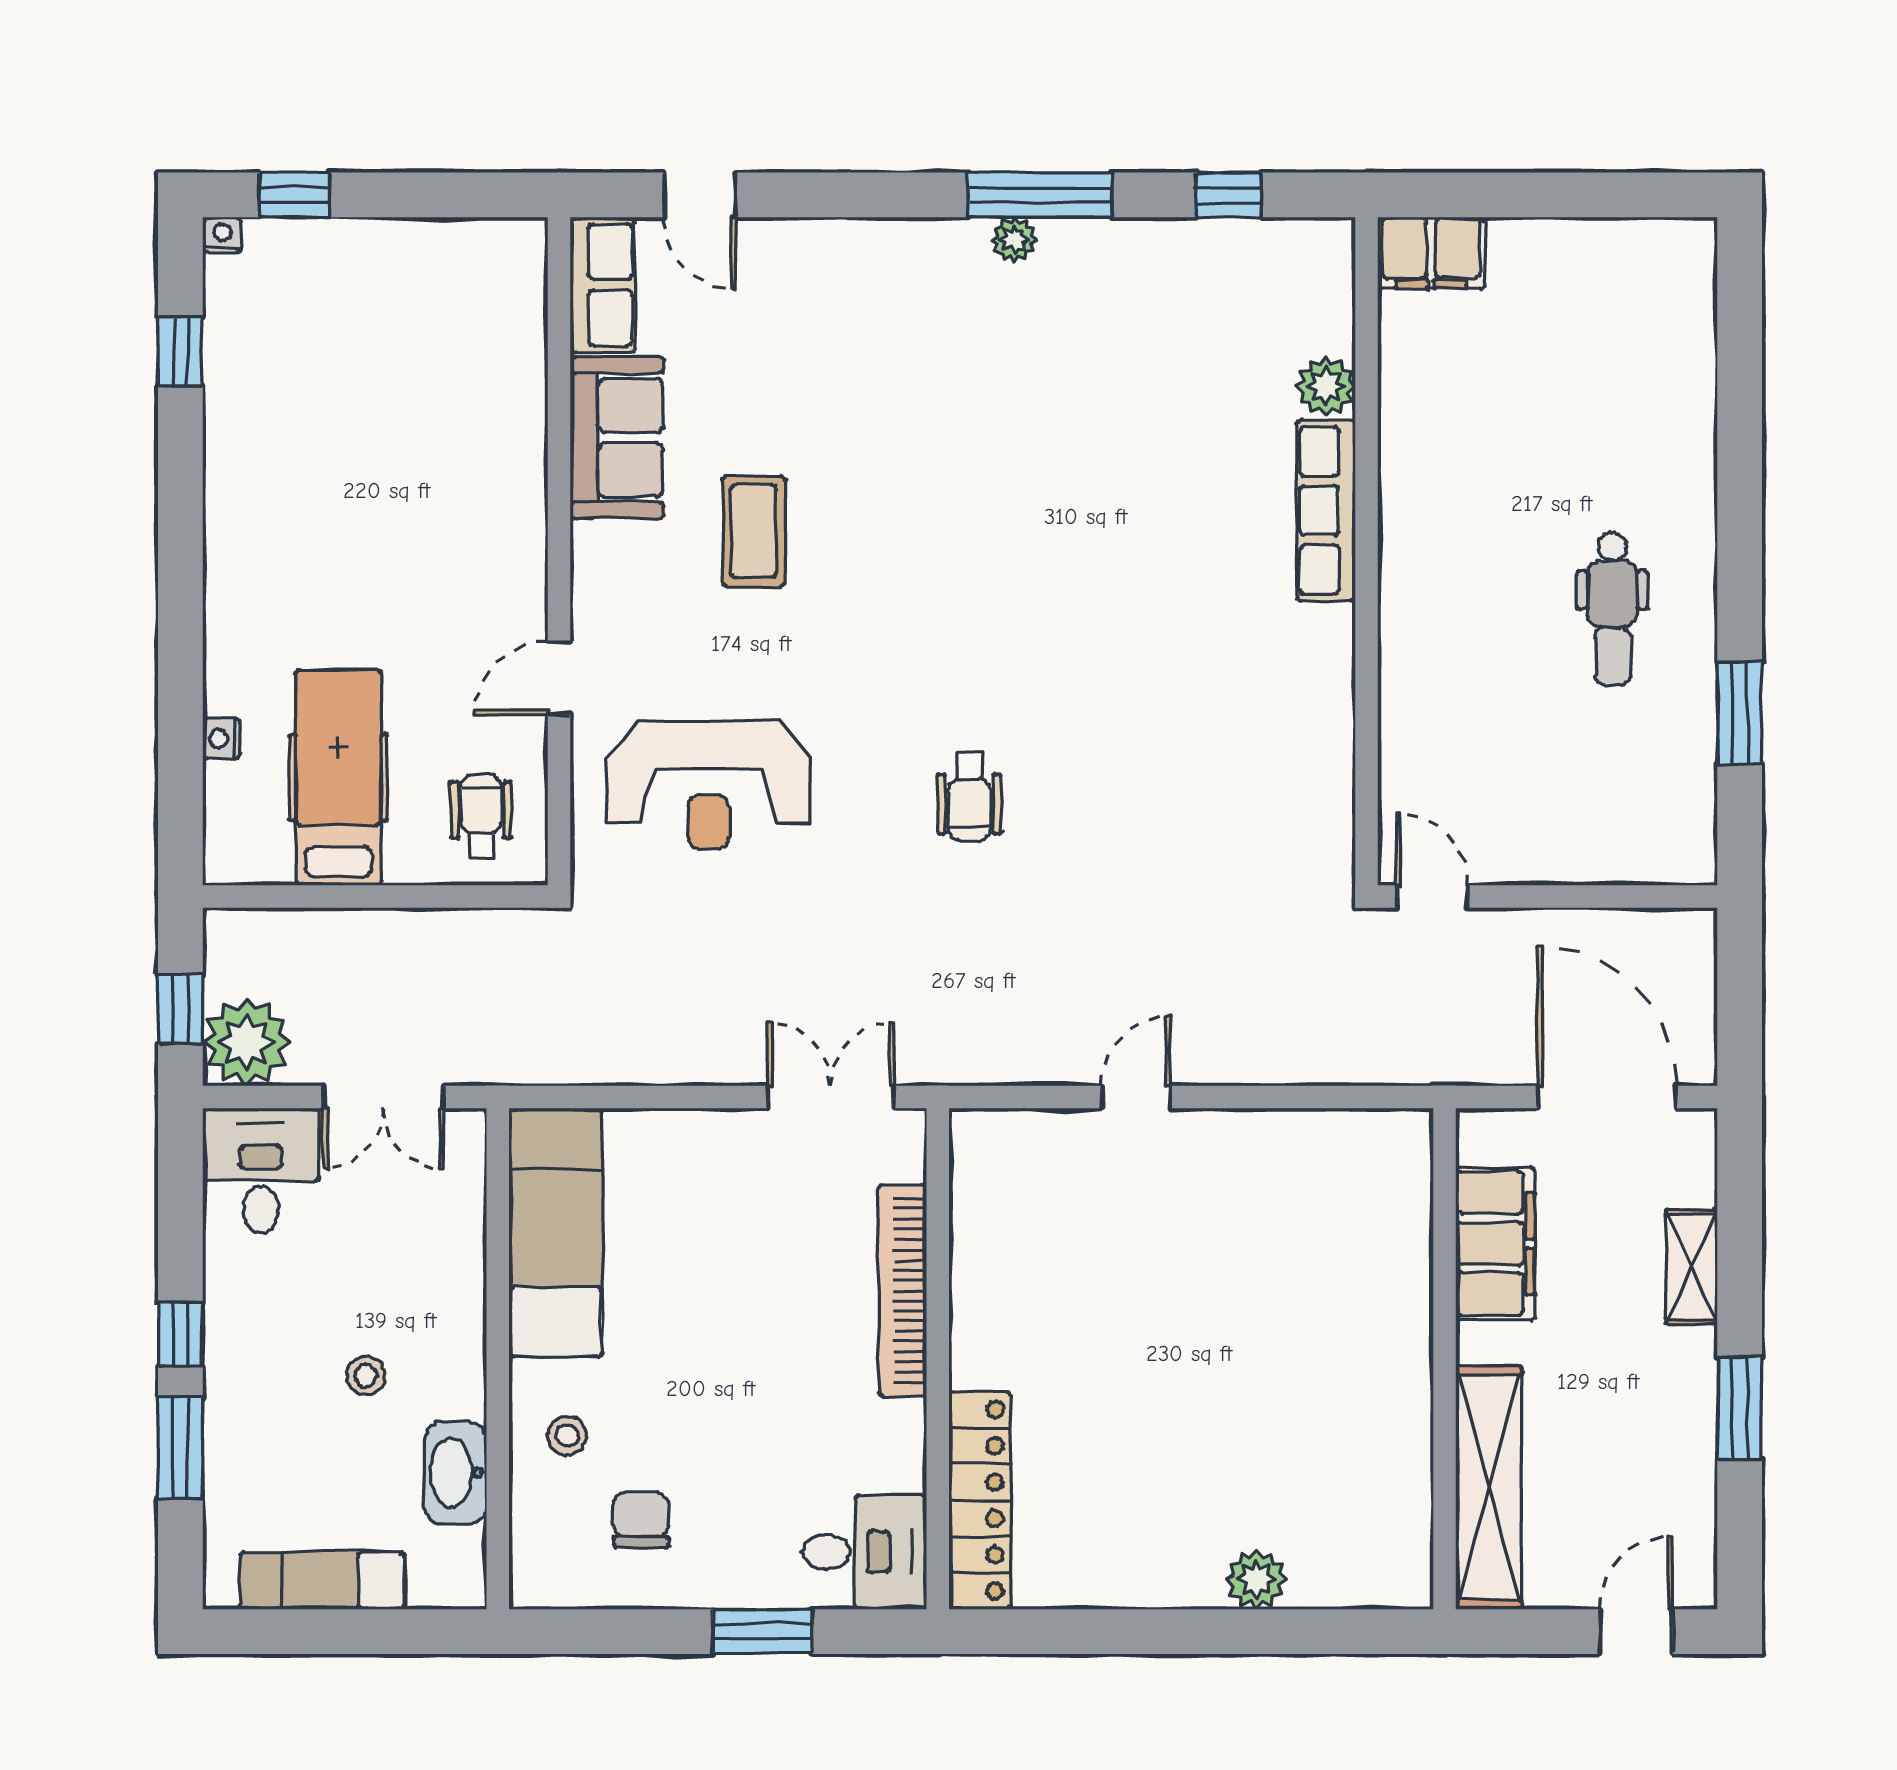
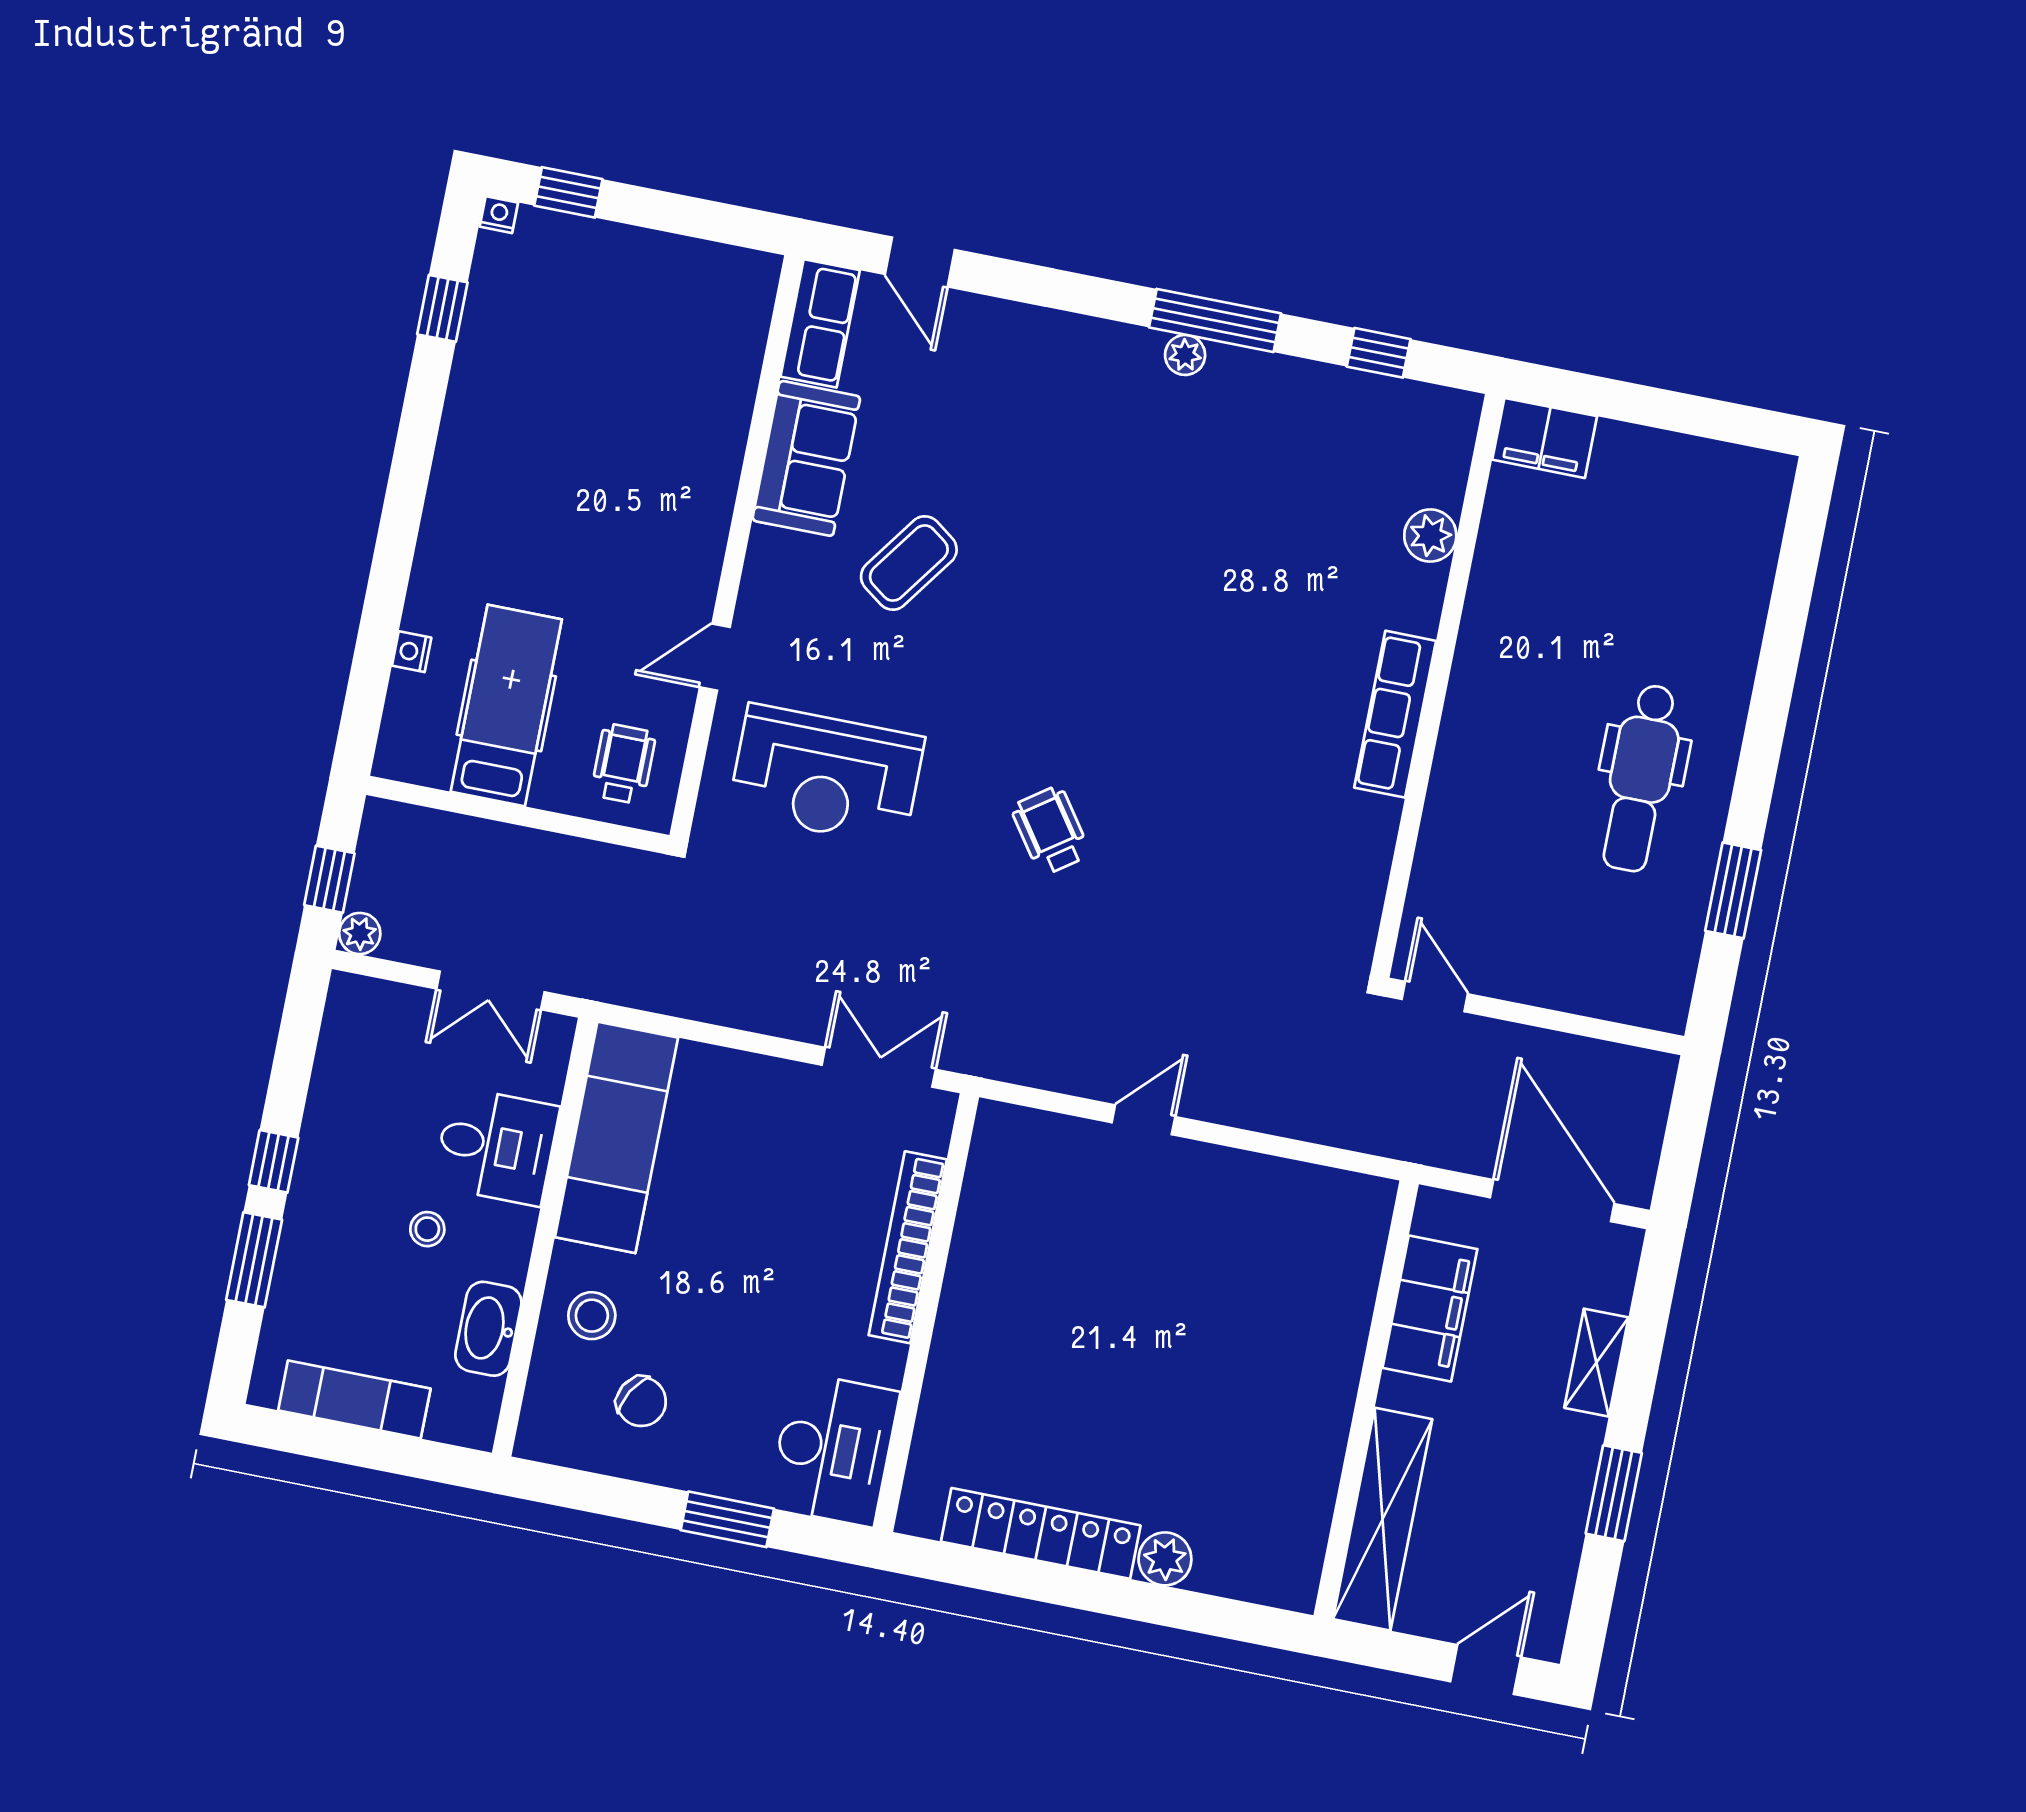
row of seats: (1326, 511) -> (1395, 714), moved
coffee table: (754, 531) -> (909, 563), turned 36
dental chair: (1612, 609) -> (1641, 778), width x1.36, depth x1.38
wheelchair: (969, 797) -> (1051, 831), turned 145
plant: (246, 1042) -> (360, 933), width x0.53, depth x0.53
desk: (261, 1171) -> (496, 1146), moved, turned 90
stool: (567, 1435) -> (592, 1316), width x1.37, depth x1.37
locker: (980, 1500) -> (1041, 1533), moved, turned -90
chair: (641, 1520) -> (641, 1402), turned 120
desk: (865, 1552) -> (834, 1449), width x1.37

